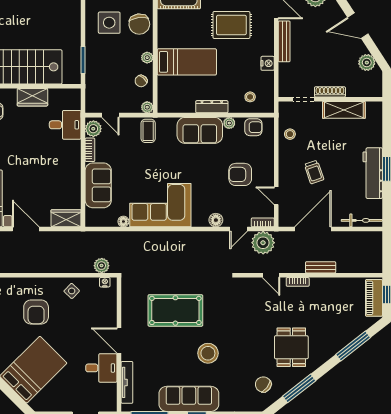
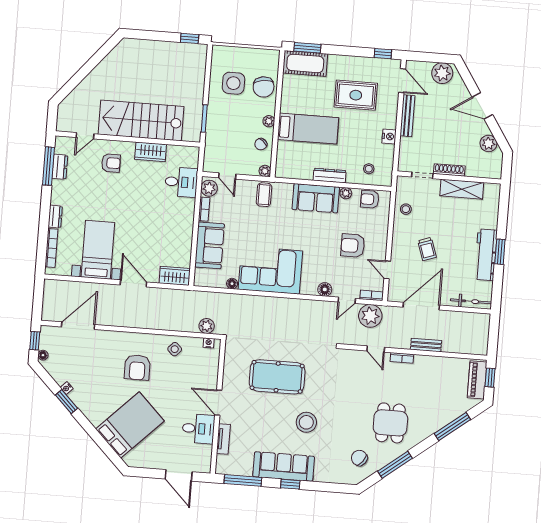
armchair: (253, 127) -> (370, 199), turned 180
tv unit: (127, 382) -> (223, 439), width x0.71

